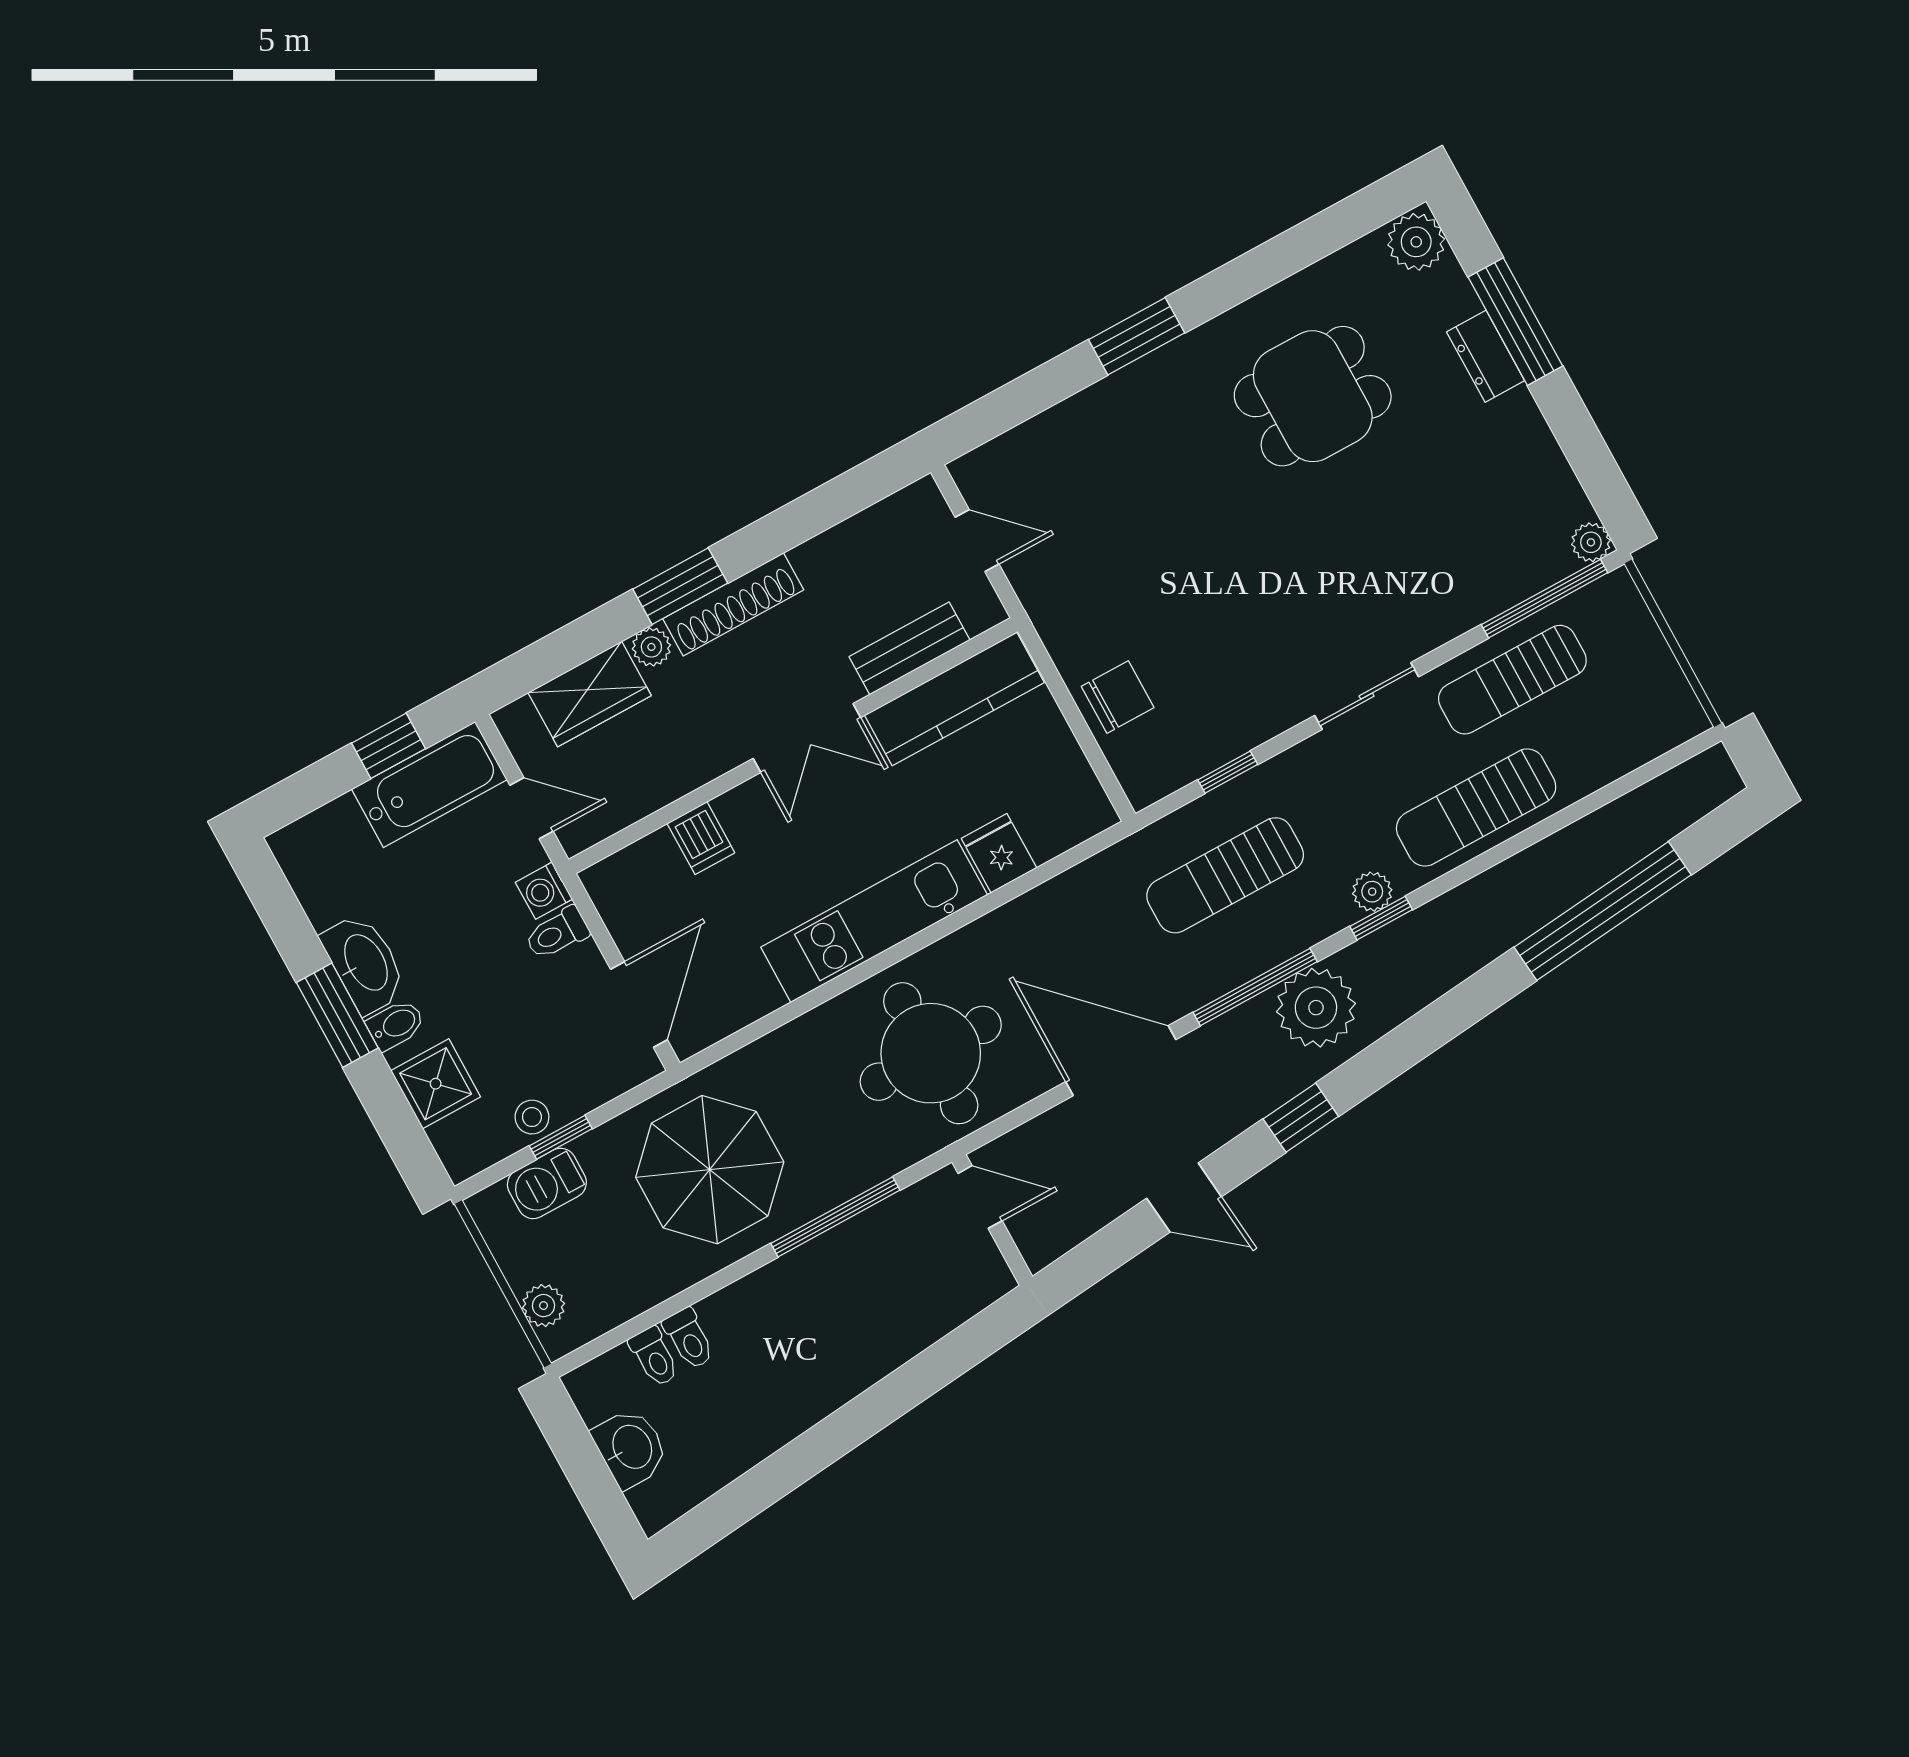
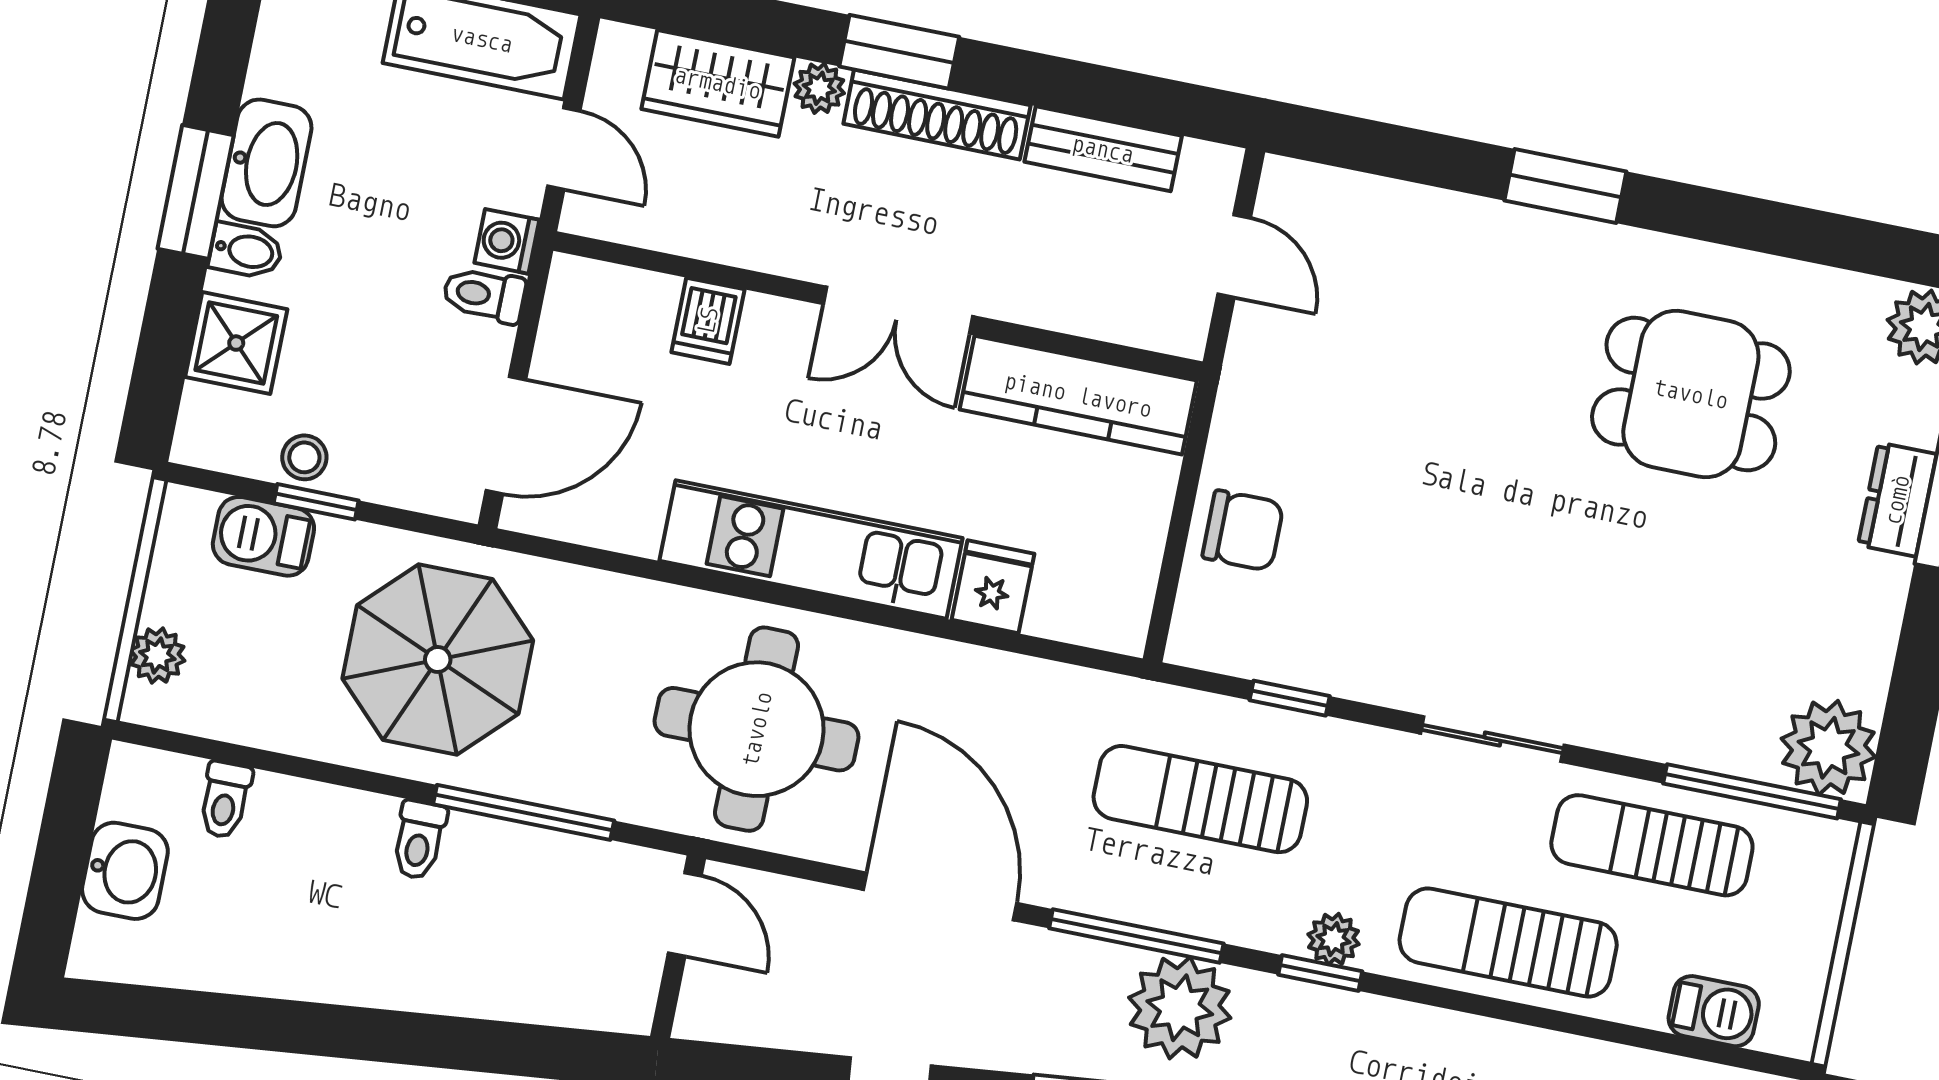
plant: (1591, 542) -> (1828, 748), width x1.88, depth x1.88
bench: (909, 648) -> (1103, 149), moved
barbecue: (1630, 746) -> (1714, 1011), added
toilet: (689, 1339) -> (419, 840), moved

